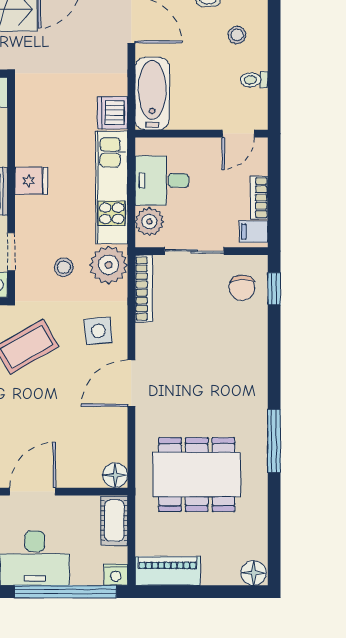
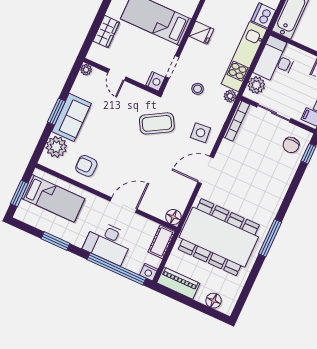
desk: (162, 181) -> (276, 60), width x1.37
plant: (109, 265) -> (230, 96), width x0.53, depth x0.53
dining table: (197, 475) -> (219, 237), width x1.36, depth x1.24
floor lamp: (254, 573) -> (214, 301), moved

